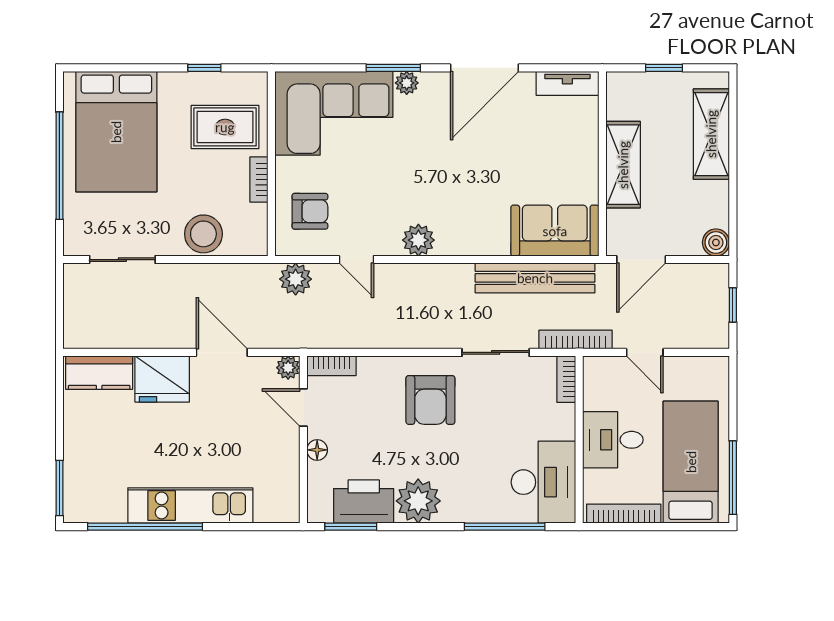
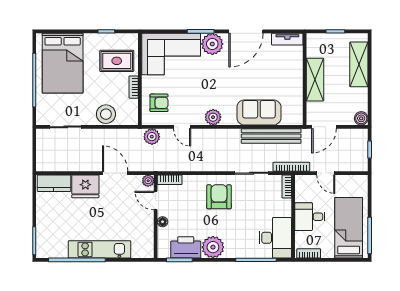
plant: (407, 83) -> (212, 44), width x1.88, depth x1.88
sofa: (555, 231) -> (259, 112), moved
armchair: (430, 400) -> (219, 197), turned 180
bookcase: (624, 514) -> (309, 253), width x0.64

